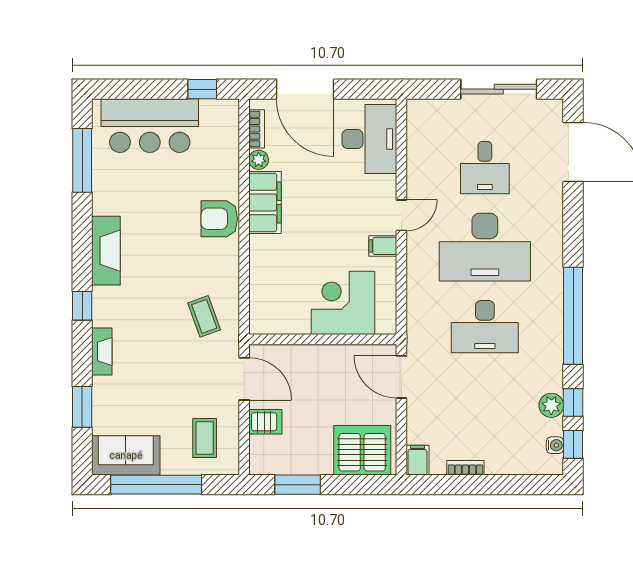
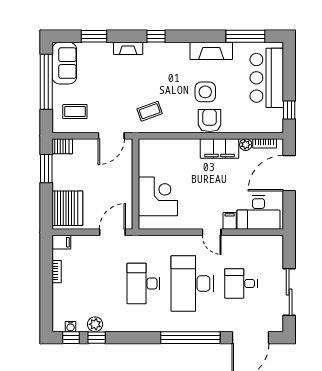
side table: (173, 226) -> (205, 92), added
filing cabinet: (383, 246) -> (230, 221), moved
fireplace: (106, 251) -> (211, 51), moved
window: (573, 316) -> (190, 338), moved
server rack: (265, 422) -> (62, 146), moved, turned -90

